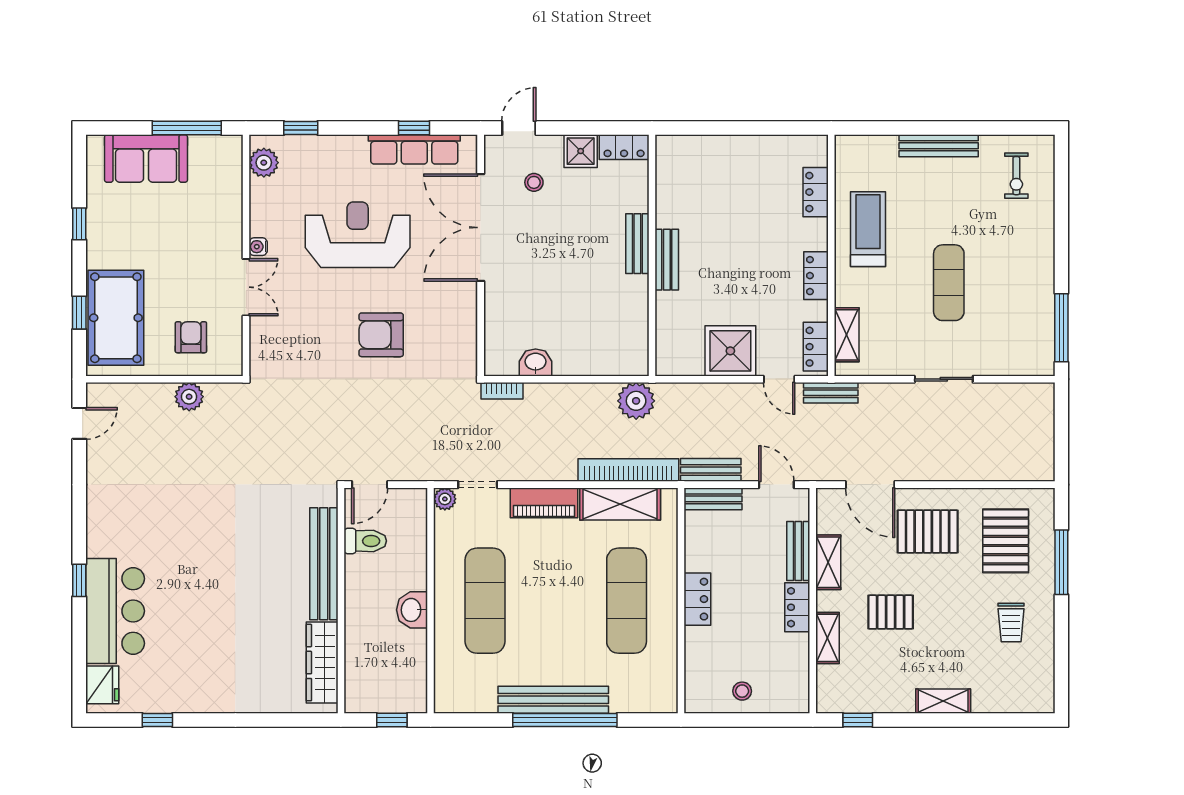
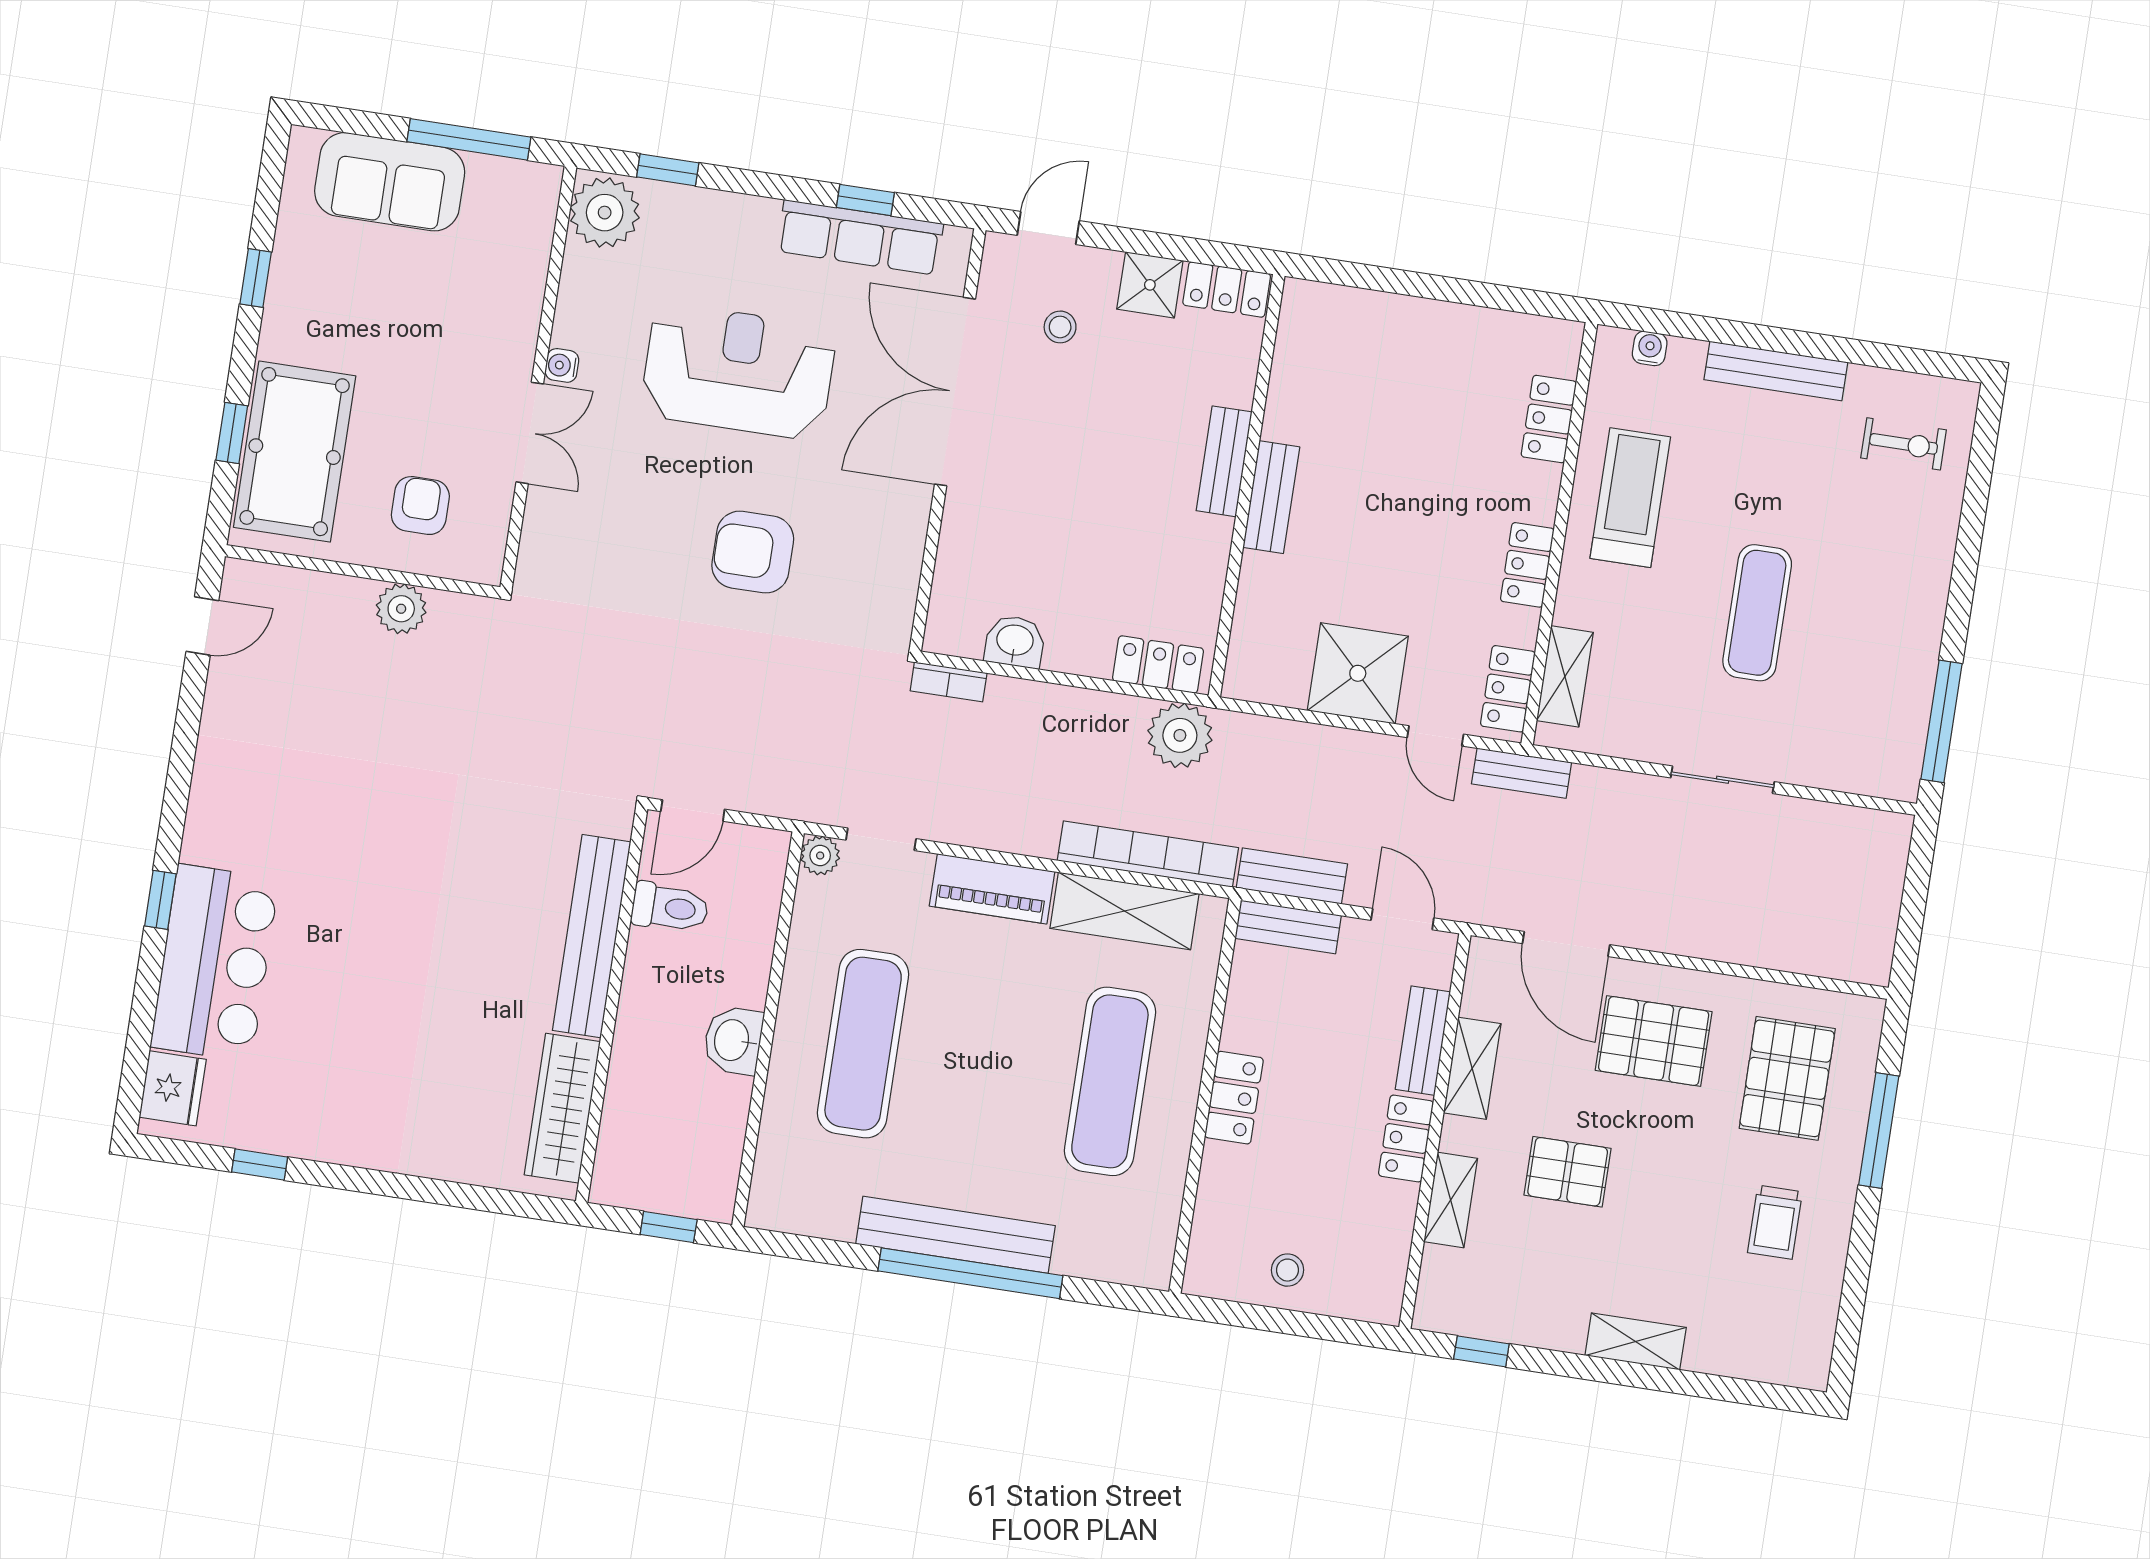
water cooler: (866, 144) -> (1650, 348), added
plant: (264, 163) -> (605, 213), width x1.36, depth x1.36
exercise bike: (1016, 176) -> (1904, 444), turned -90
locker: (618, 363) -> (1158, 665), added

